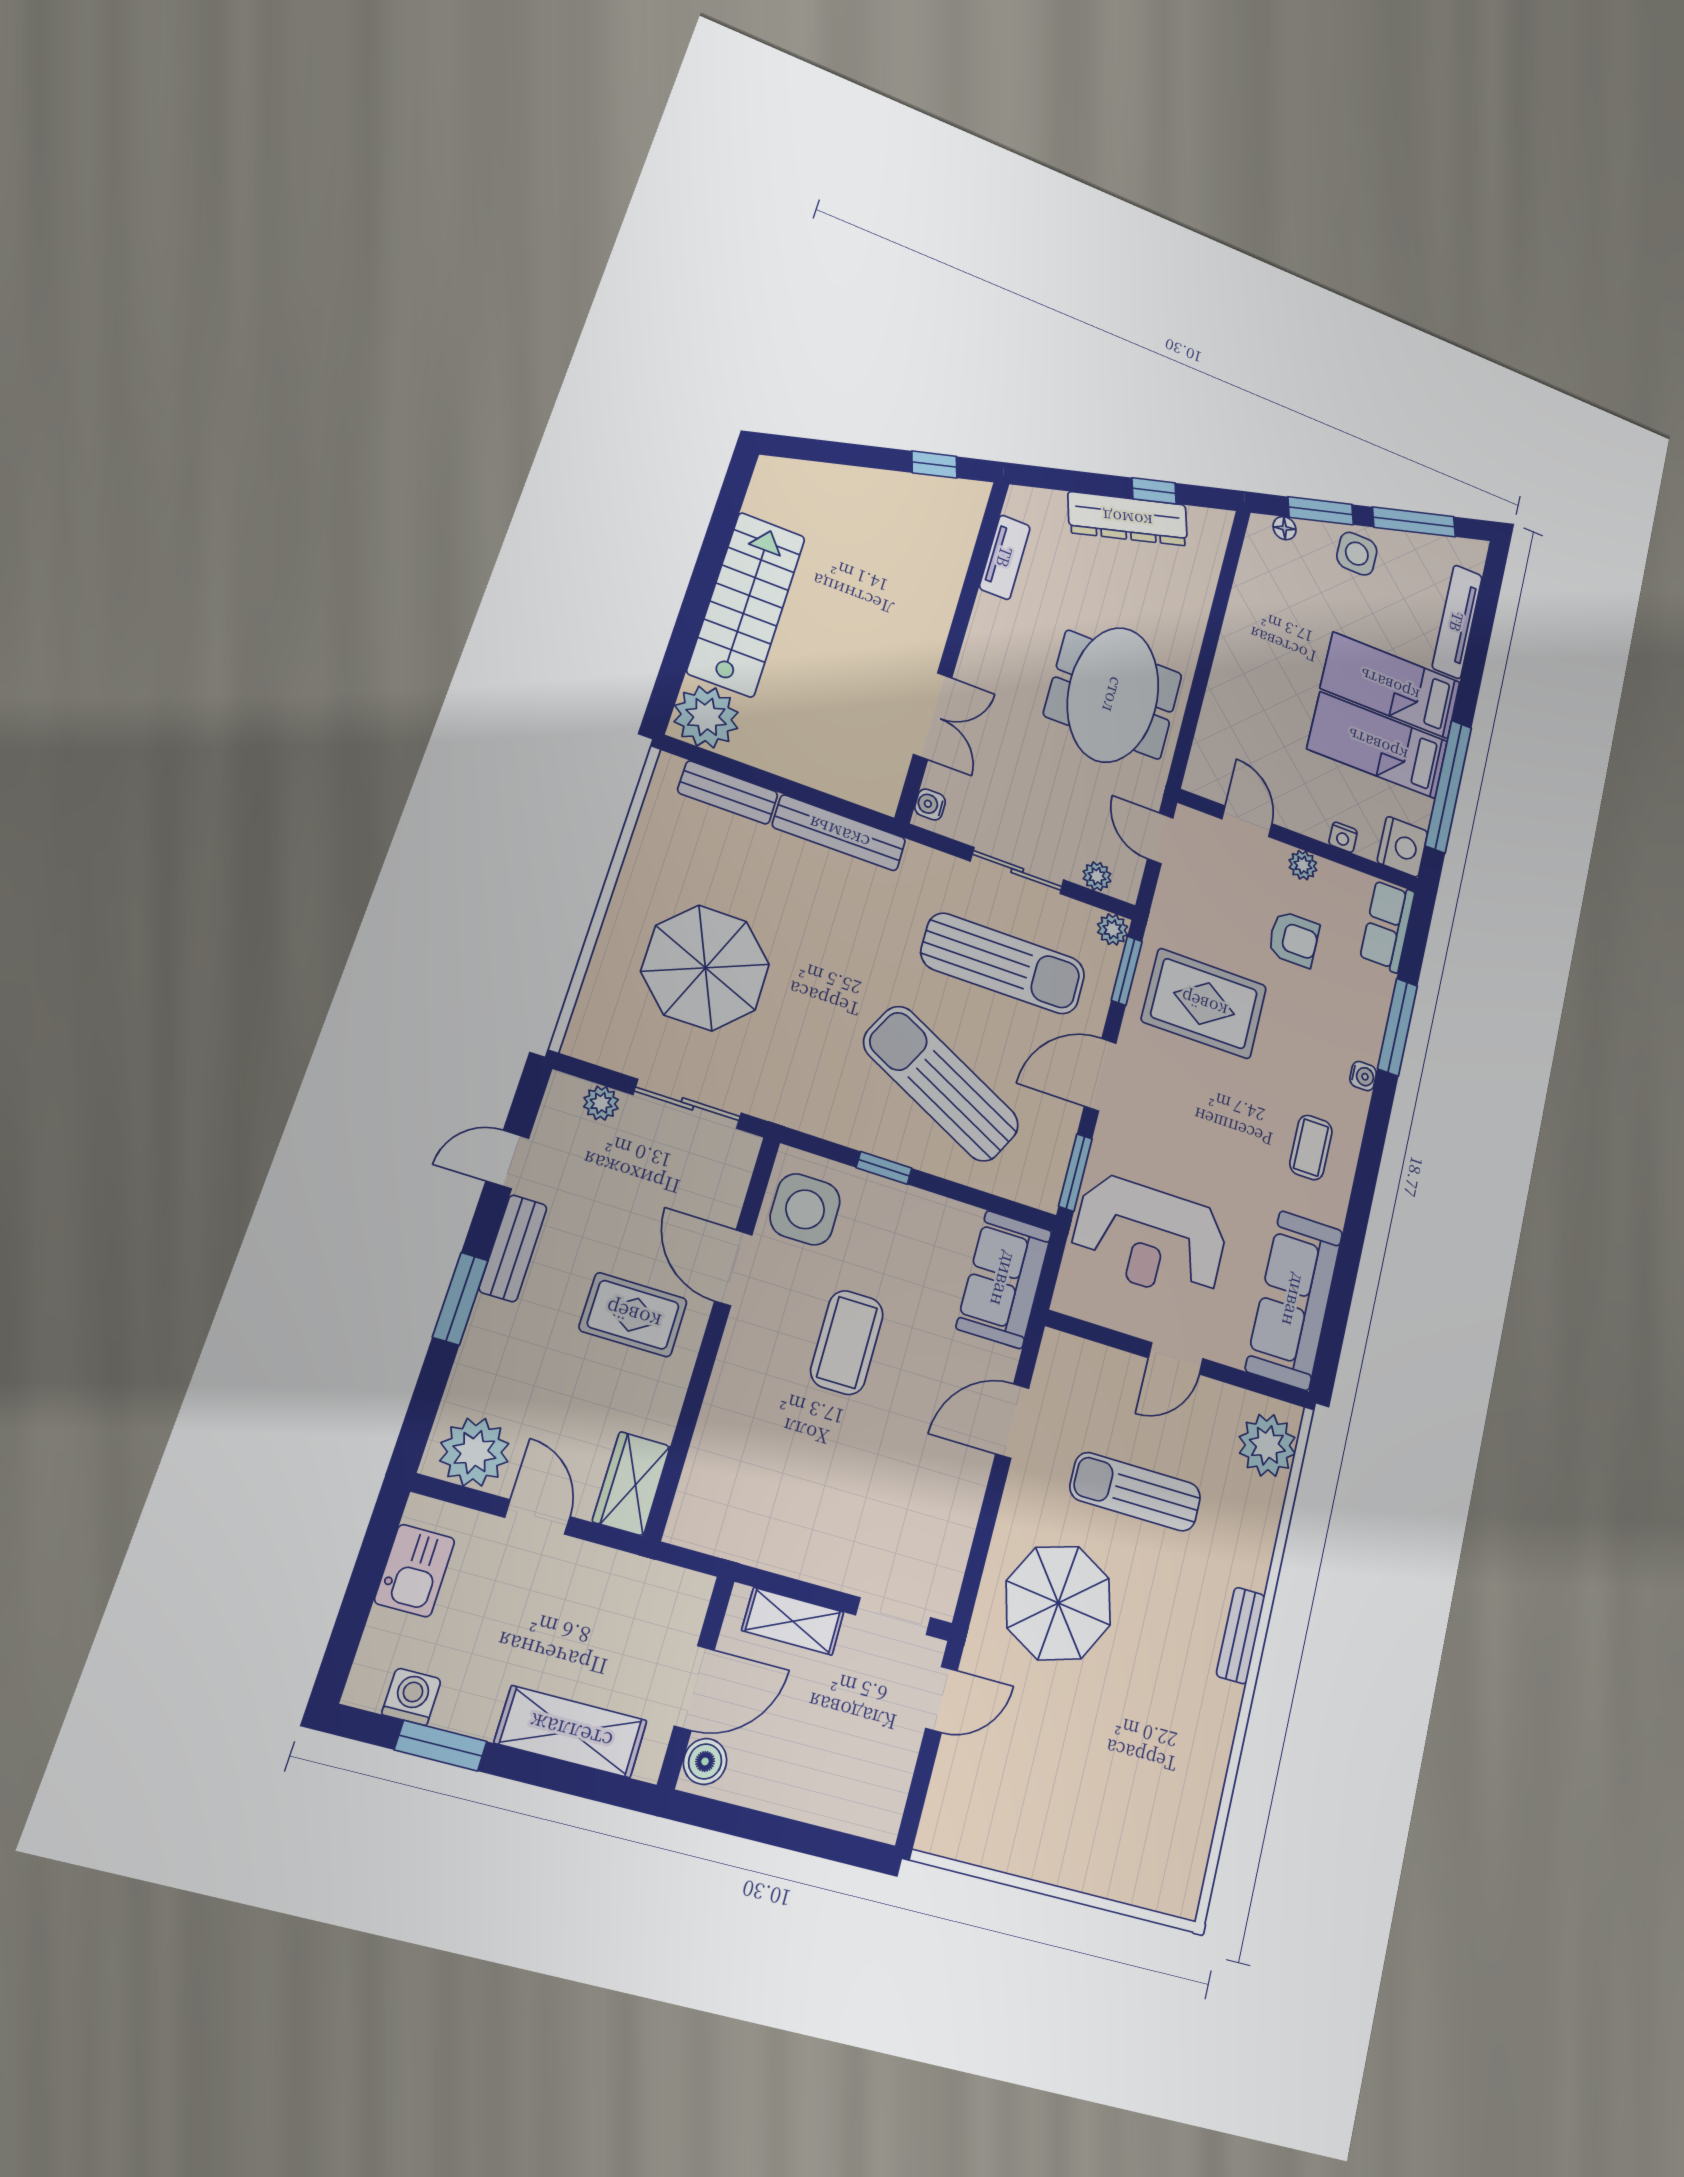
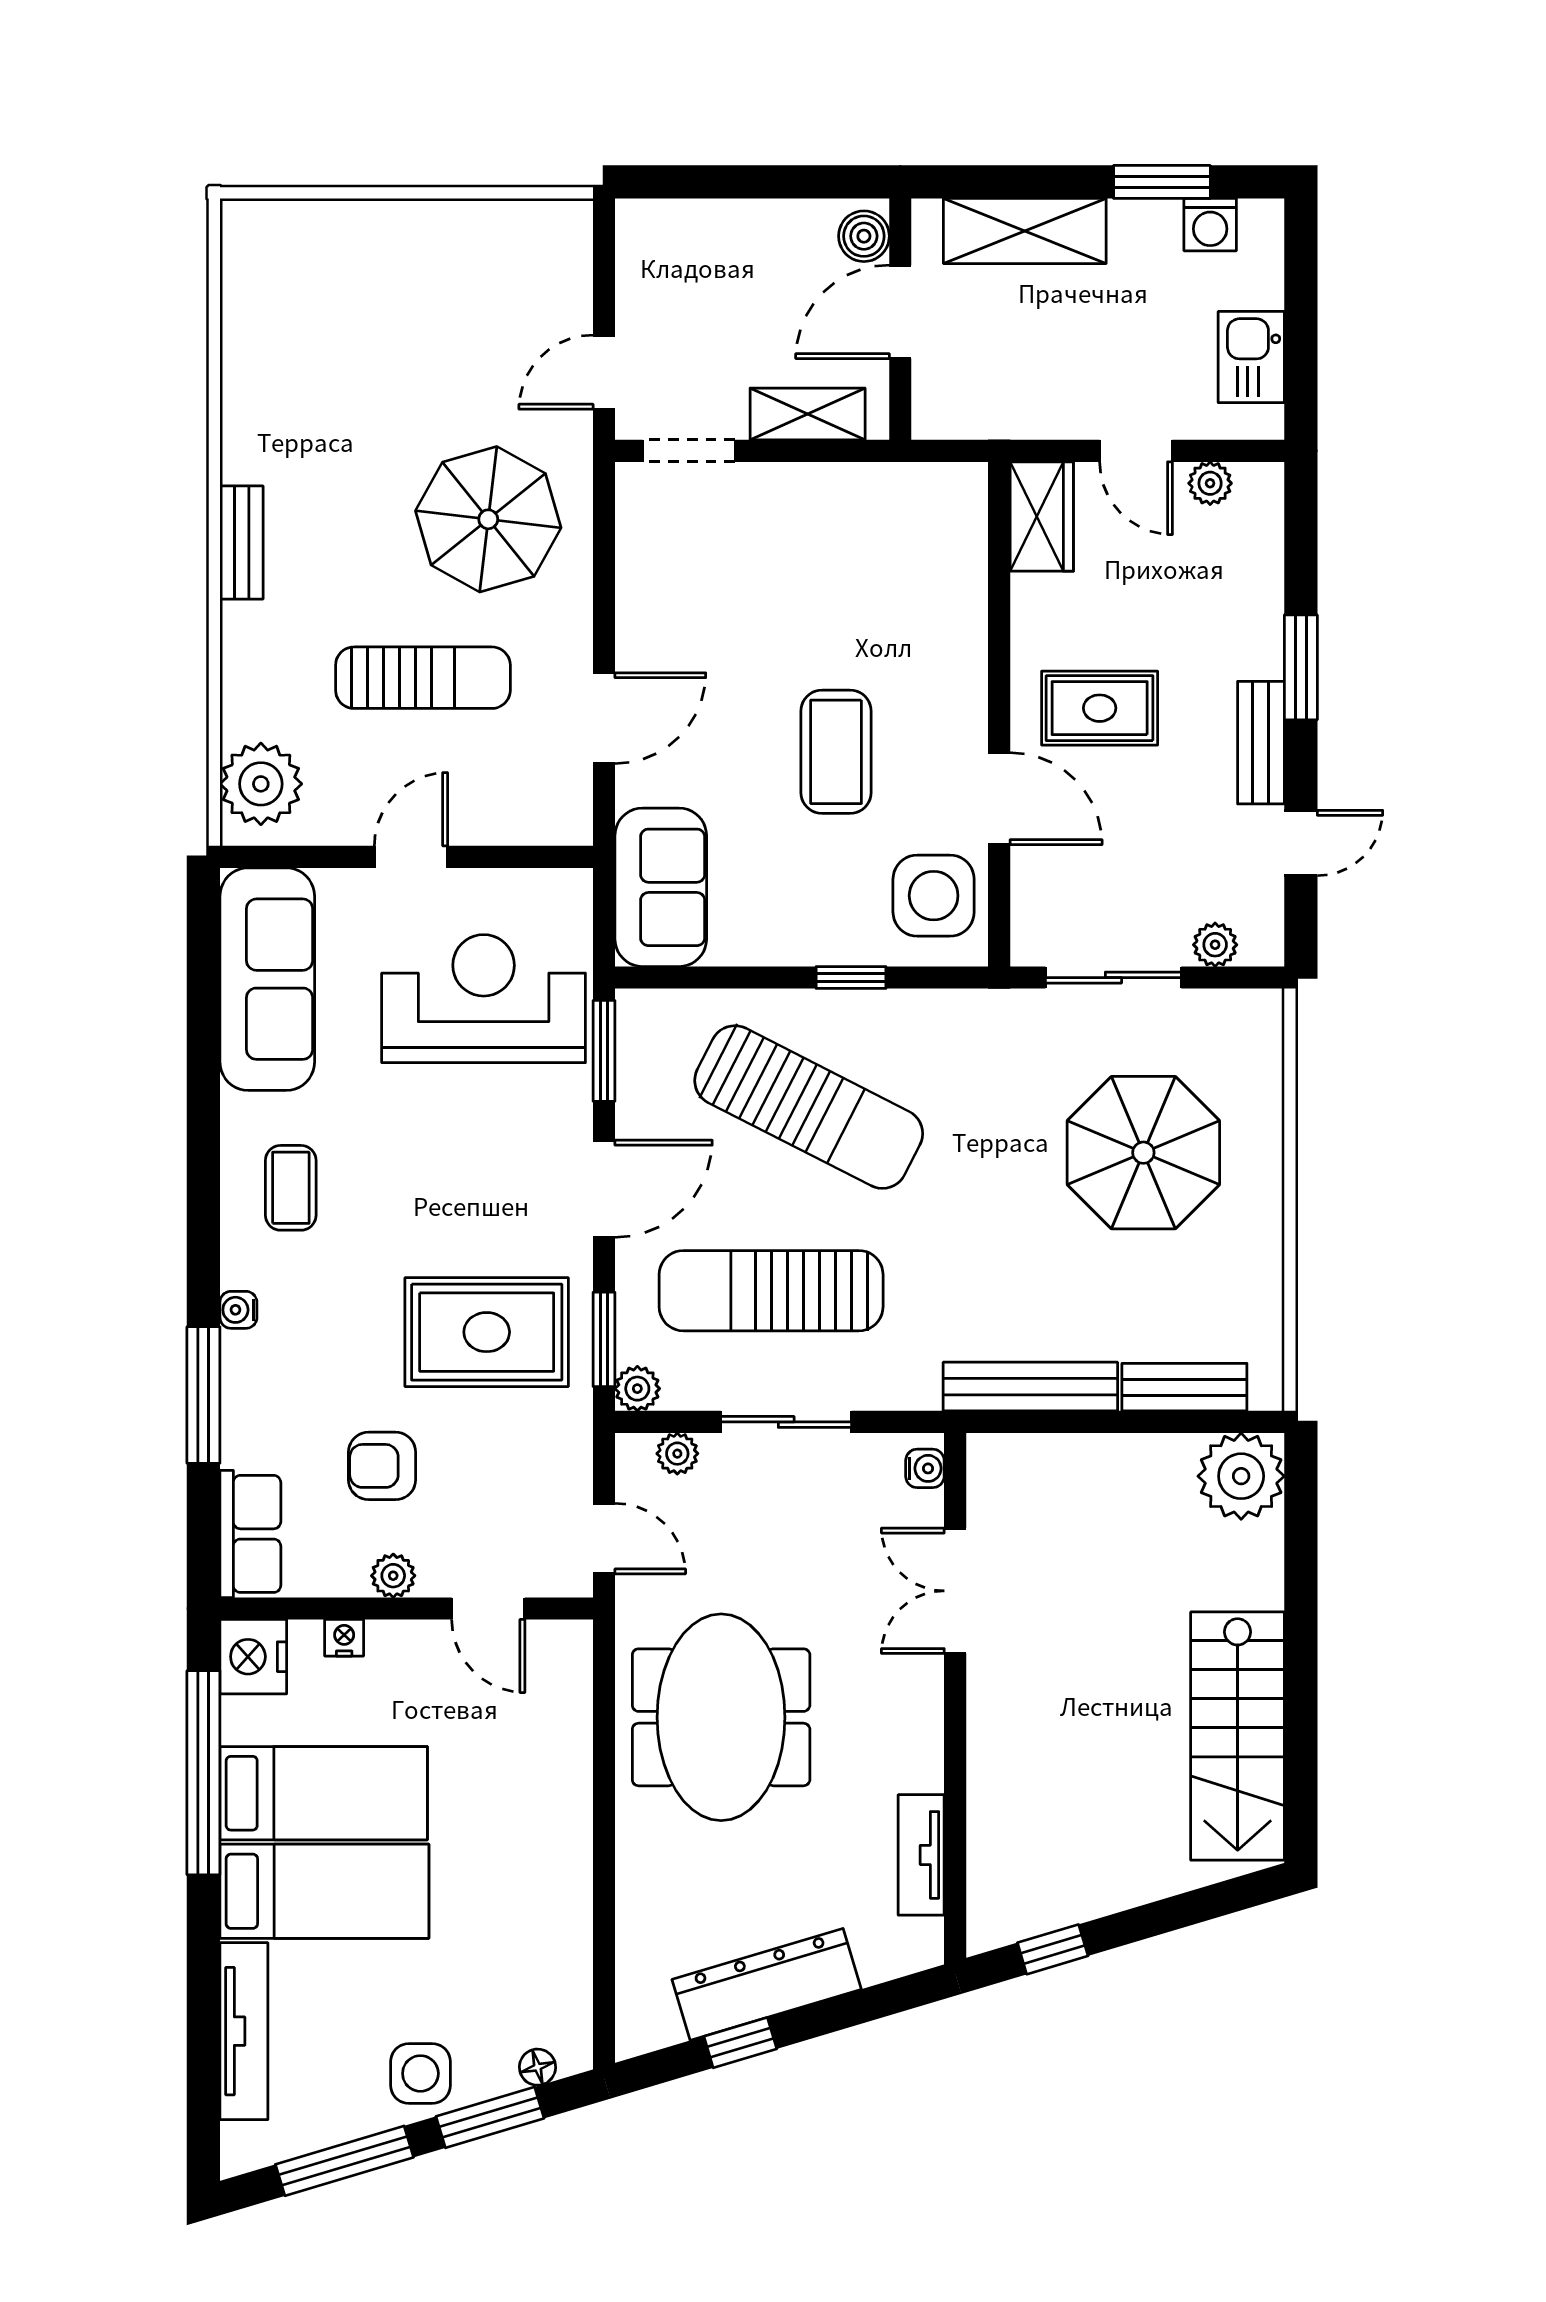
stairs: (746, 604) -> (1238, 1736), moved
plant: (474, 1452) -> (1210, 483), width x0.53, depth x0.53

